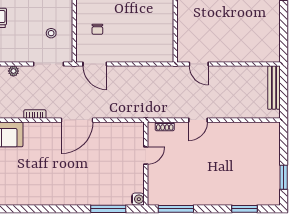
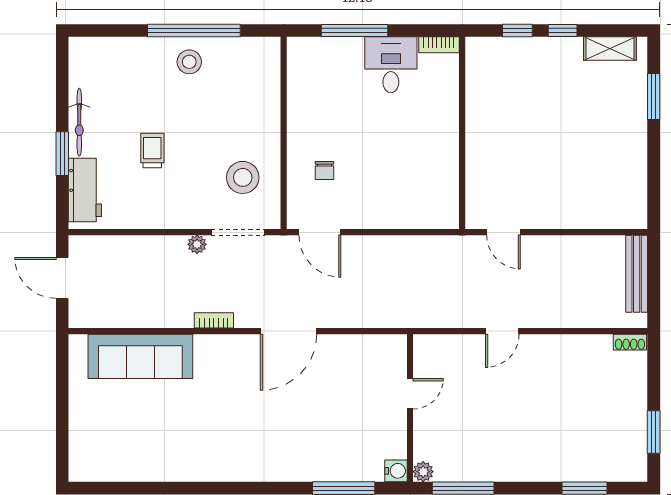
stool: (51, 33) -> (243, 177), width x1.89, depth x1.89
plant: (13, 71) -> (197, 244), moved
shoe rack: (165, 126) -> (630, 342), moved
plant: (153, 200) -> (423, 472), added

